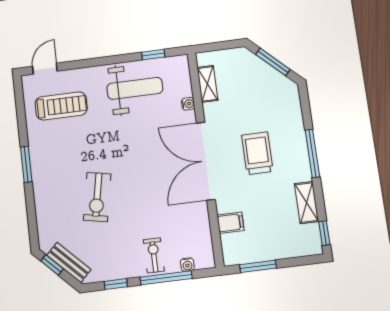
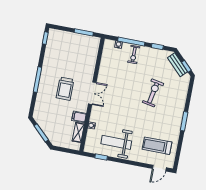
double door: (206, 161) -> (92, 93), width x0.54
shelving: (307, 203) -> (49, 56), removed
filing cabinet: (230, 223) -> (79, 117), moved

